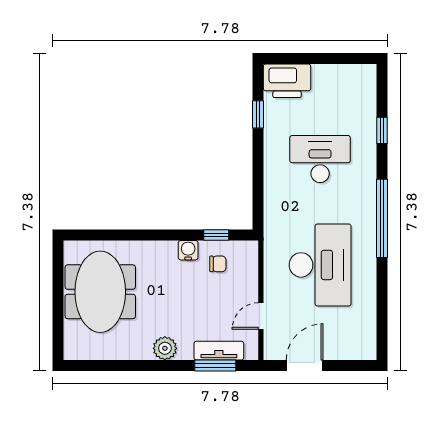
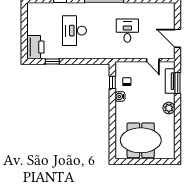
desk: (320, 265) -> (127, 31), width x0.53, depth x0.77

